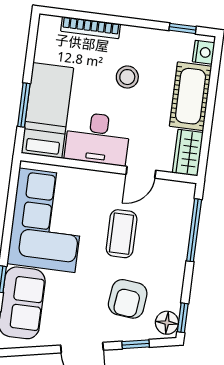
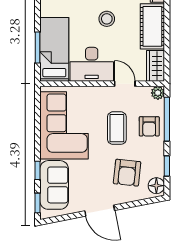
door: (141, 172) -> (125, 84), swing flipped
plant: (186, 191) -> (158, 93), added
armchair: (168, 237) -> (149, 126), added
window: (183, 318) -> (167, 166), moved
window: (136, 344) -> (137, 203), removed

